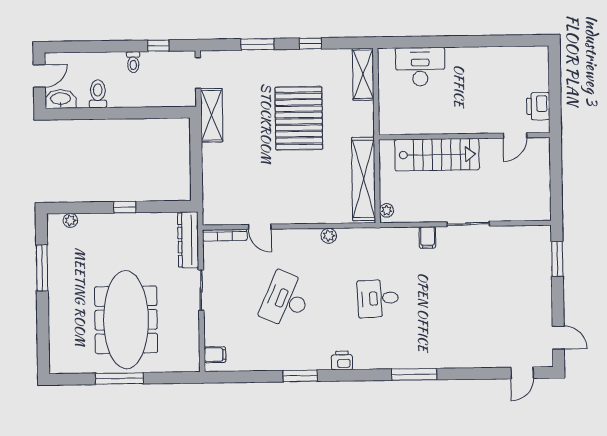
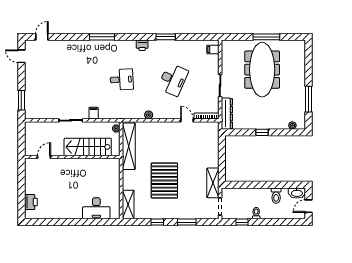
printer: (538, 106) -> (31, 202), moved
door: (515, 135) -> (44, 157), moved
wall: (464, 136) -> (72, 157), moved
stairs: (437, 155) -> (88, 147), moved

